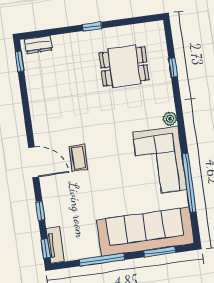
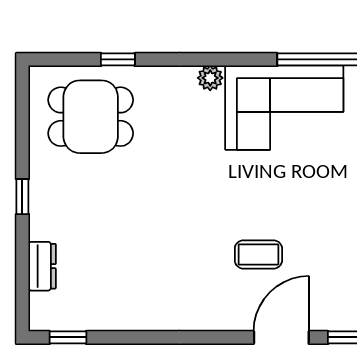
dresser: (38, 45) -> (42, 266), moved
dining table: (124, 66) -> (91, 117), moved, turned 90
door: (34, 162) -> (281, 337), moved

